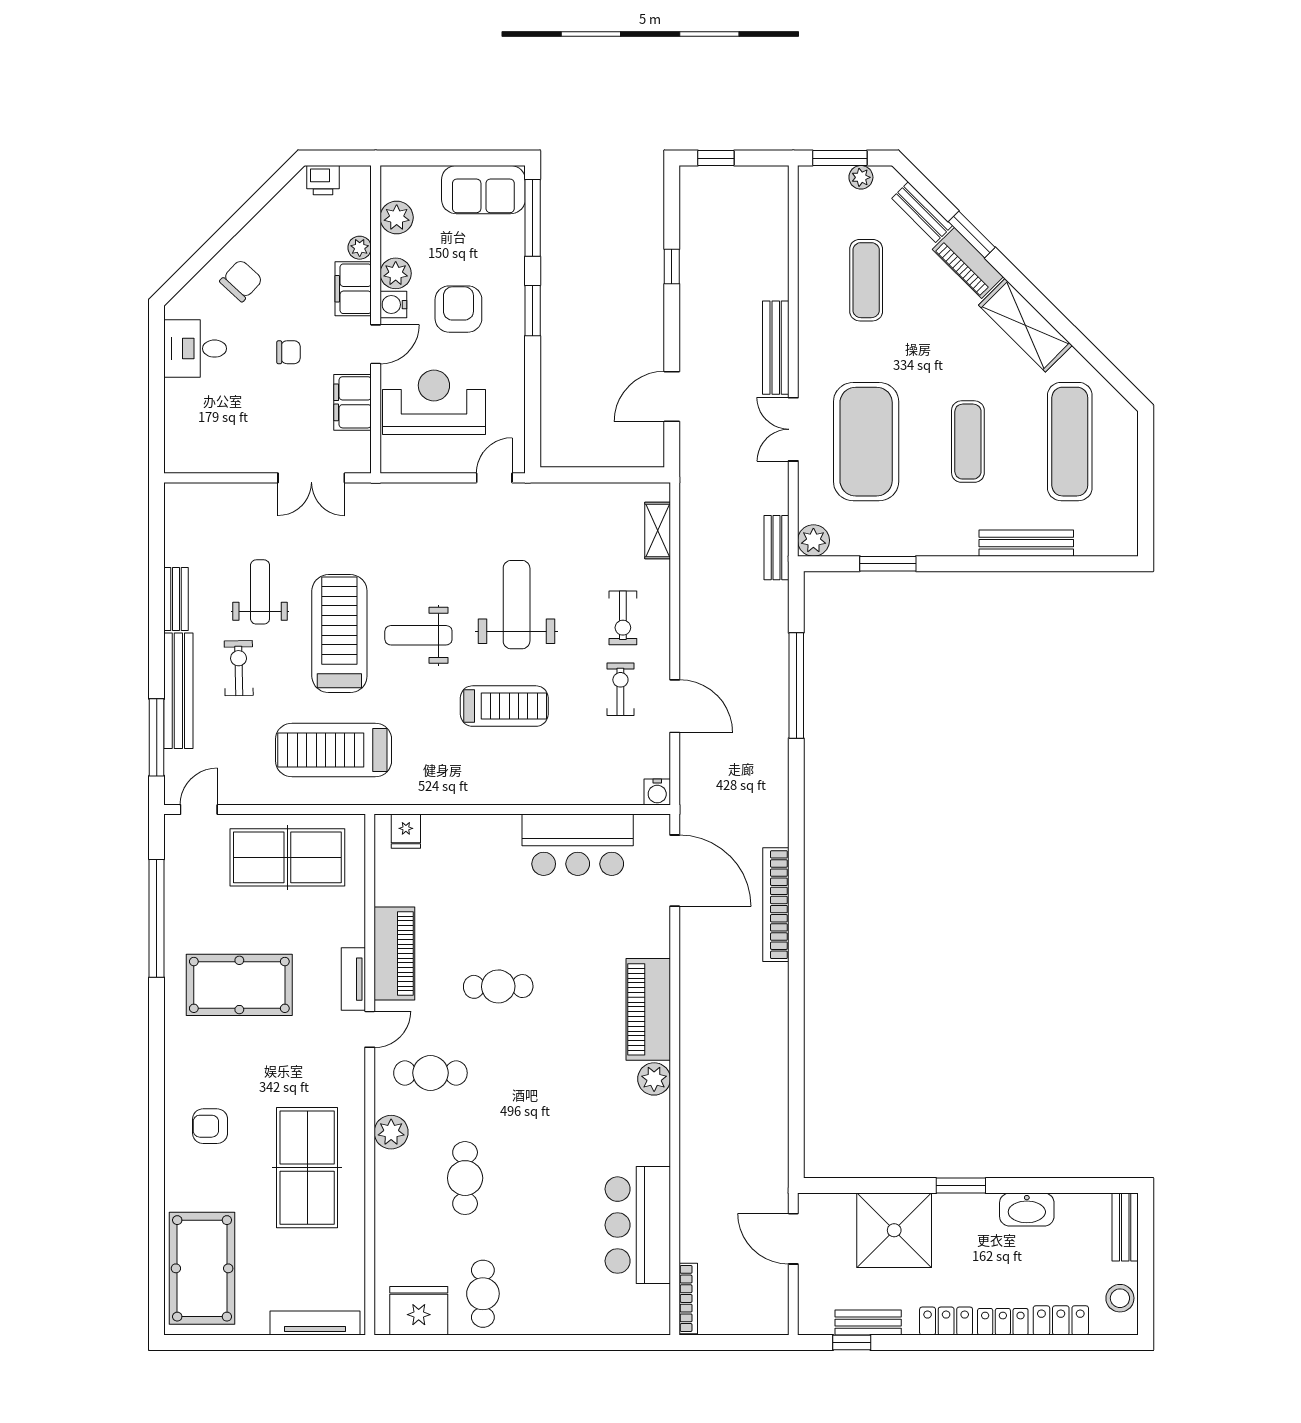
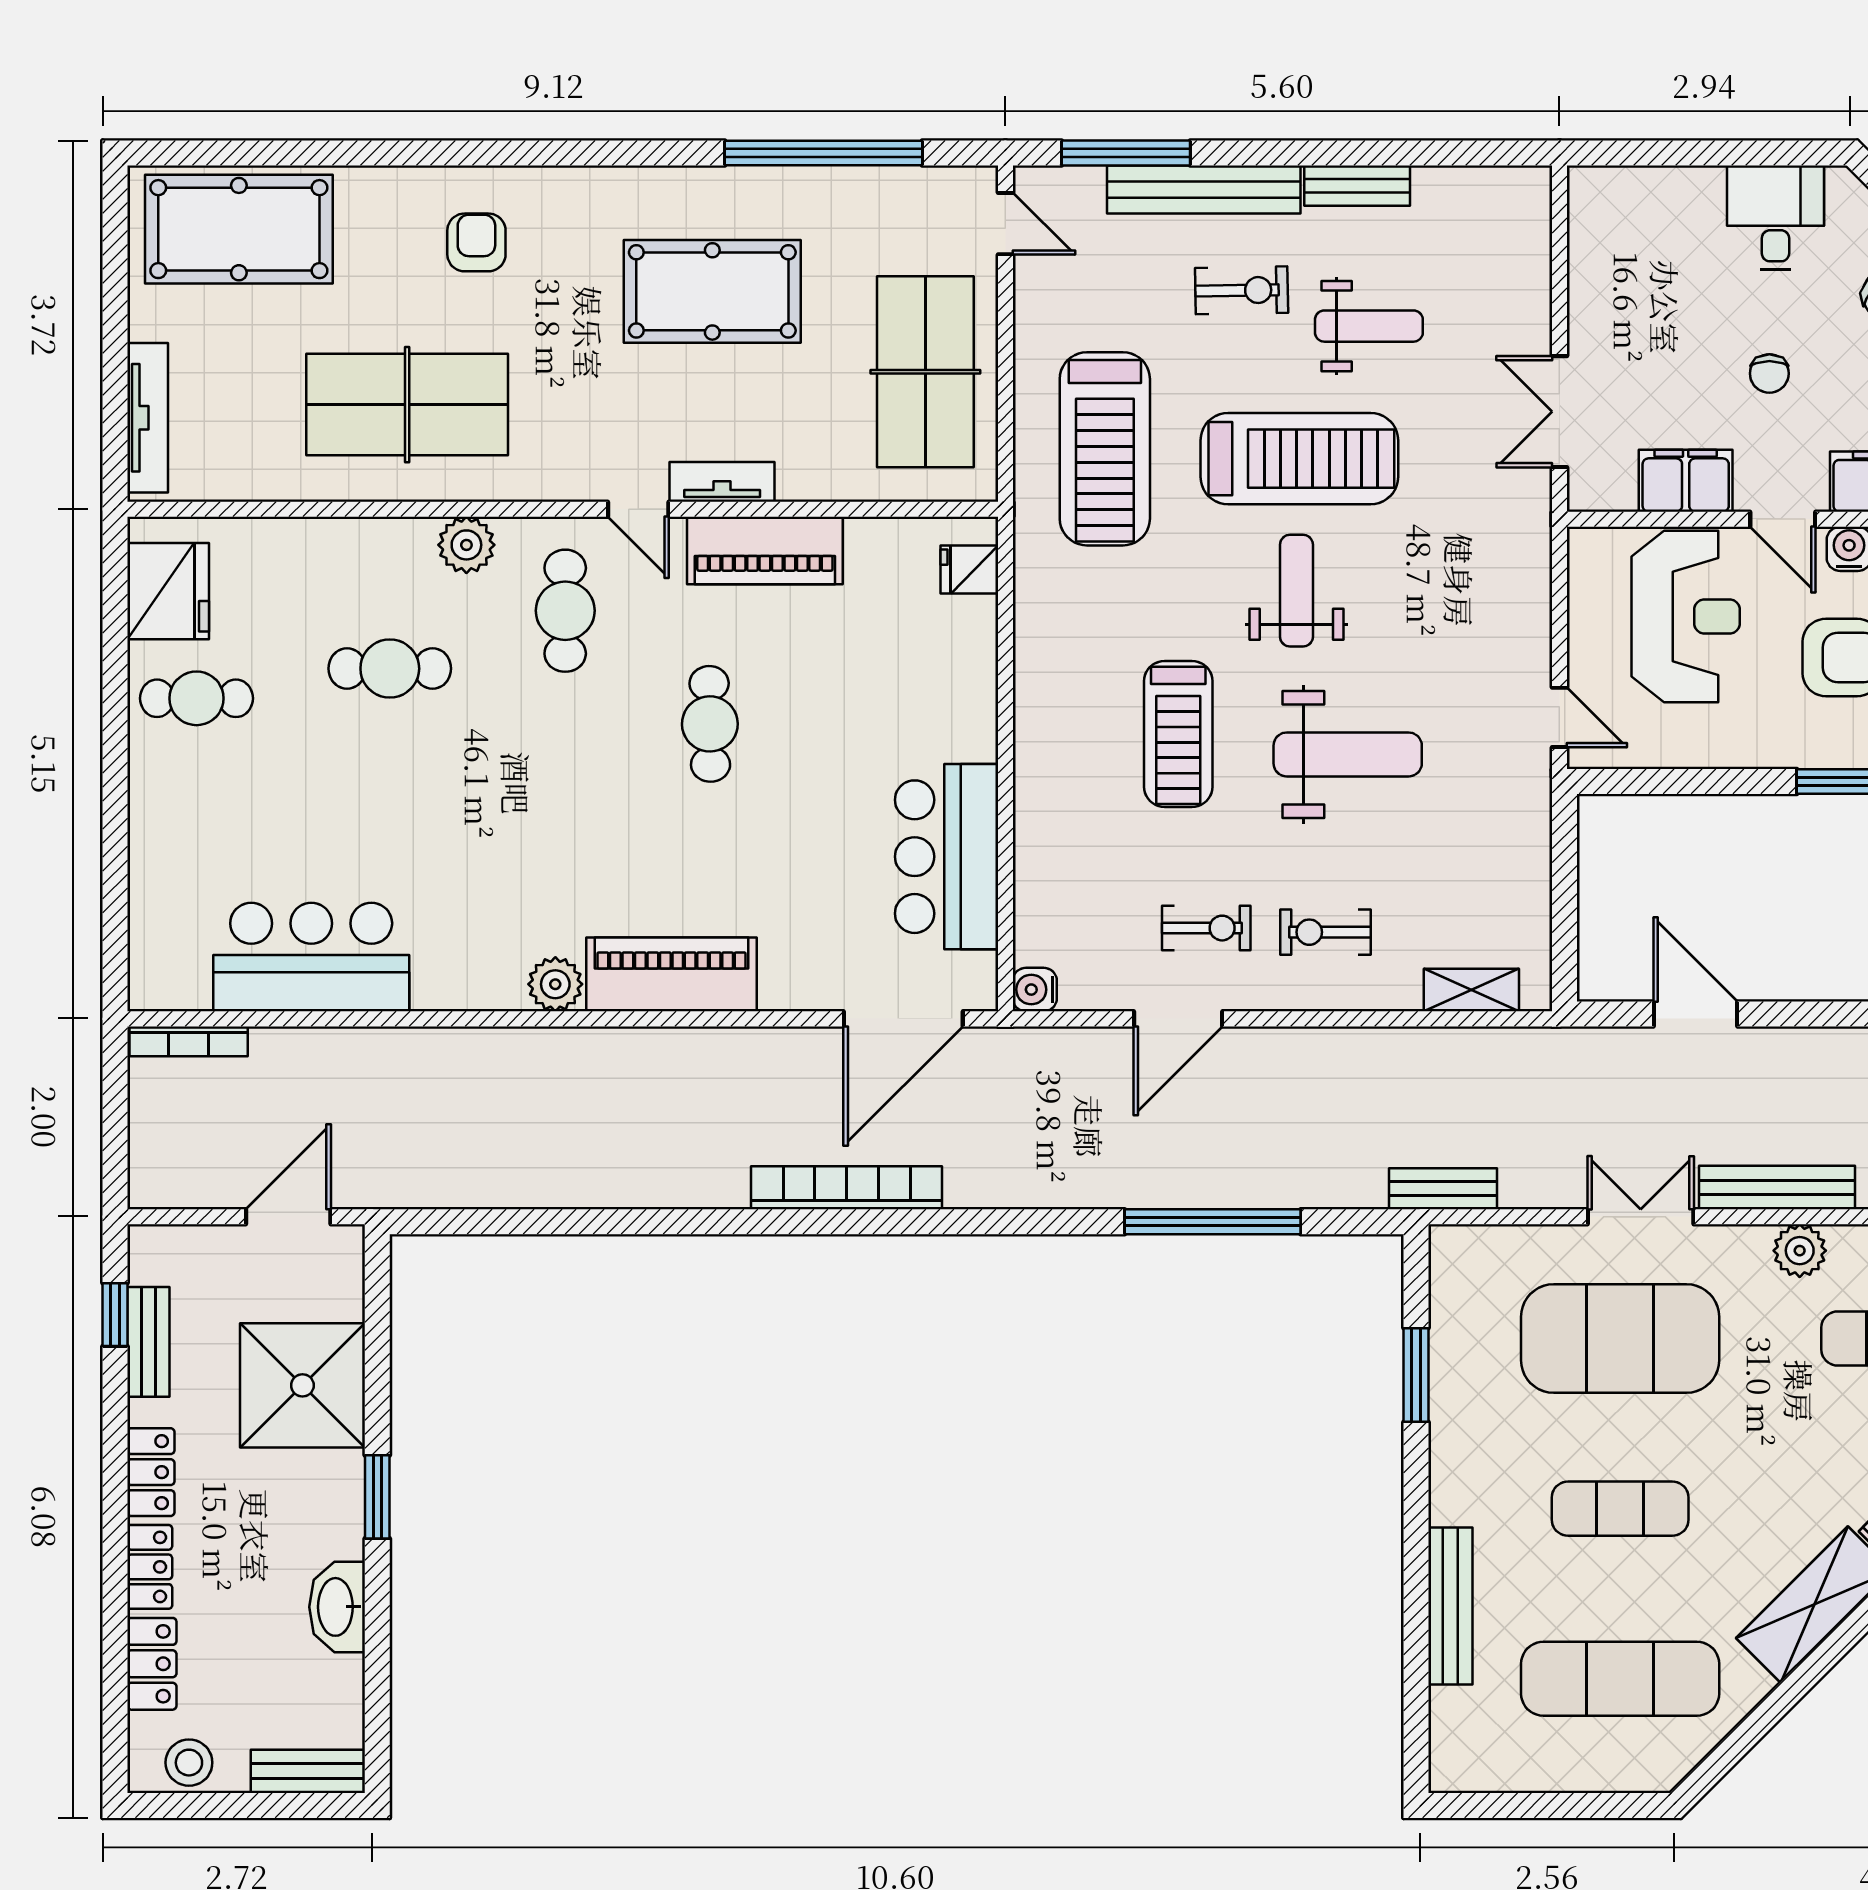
plant: (813, 540) -> (1800, 1251), moved
treadmill: (334, 750) -> (1105, 449), turned 180
pool table: (239, 985) -> (712, 291), turned 90

